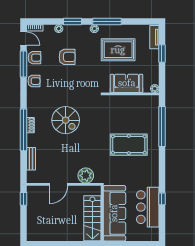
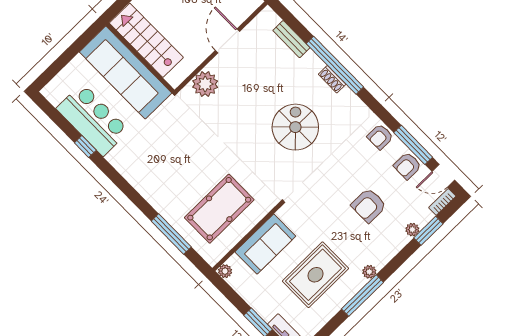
window: (72, 22) -> (428, 231), moved
spiral stairs: (66, 120) -> (295, 127), turned 90
window: (162, 127) -> (171, 234), width x0.68
pool table: (129, 145) -> (219, 209), moved

